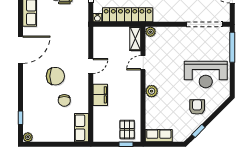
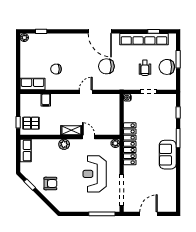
locker: (128, 15) -> (130, 144), moved
shelving: (135, 39) -> (71, 130), moved
door: (91, 66) -> (86, 92), swing flipped
reception desk: (206, 75) -> (95, 174), moved
chair: (55, 76) -> (106, 66), moved, turned 90
filing cabinet: (100, 95) -> (46, 100), moved, width x0.50

